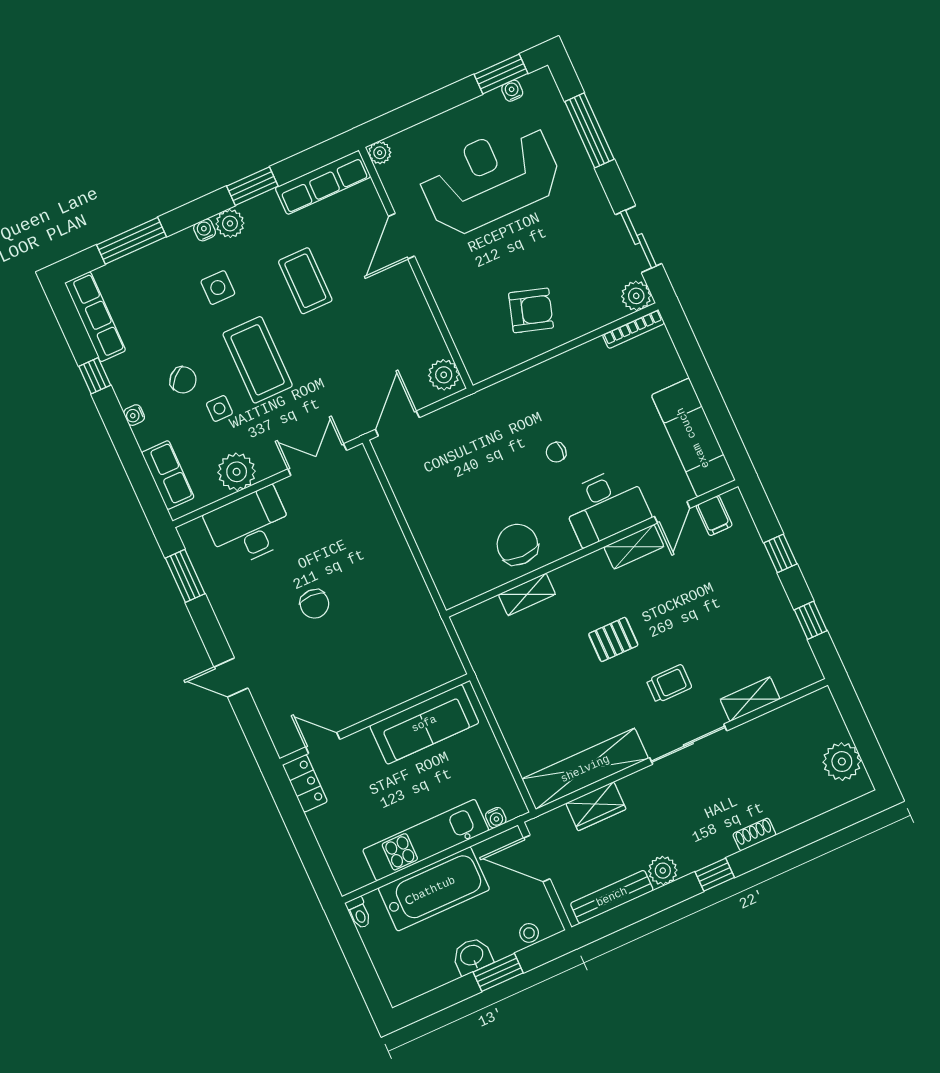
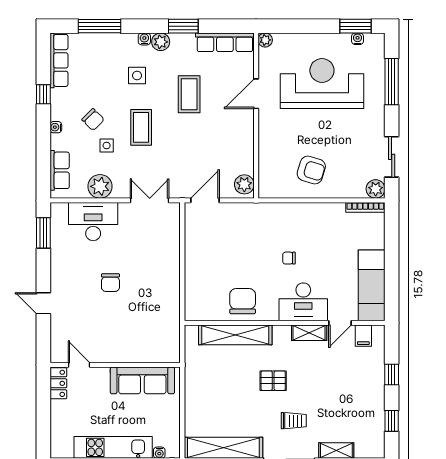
coffee table: (258, 360) -> (141, 127), width x0.73, depth x0.76
shelving: (527, 594) -> (235, 335), width x2.20, depth x1.33

